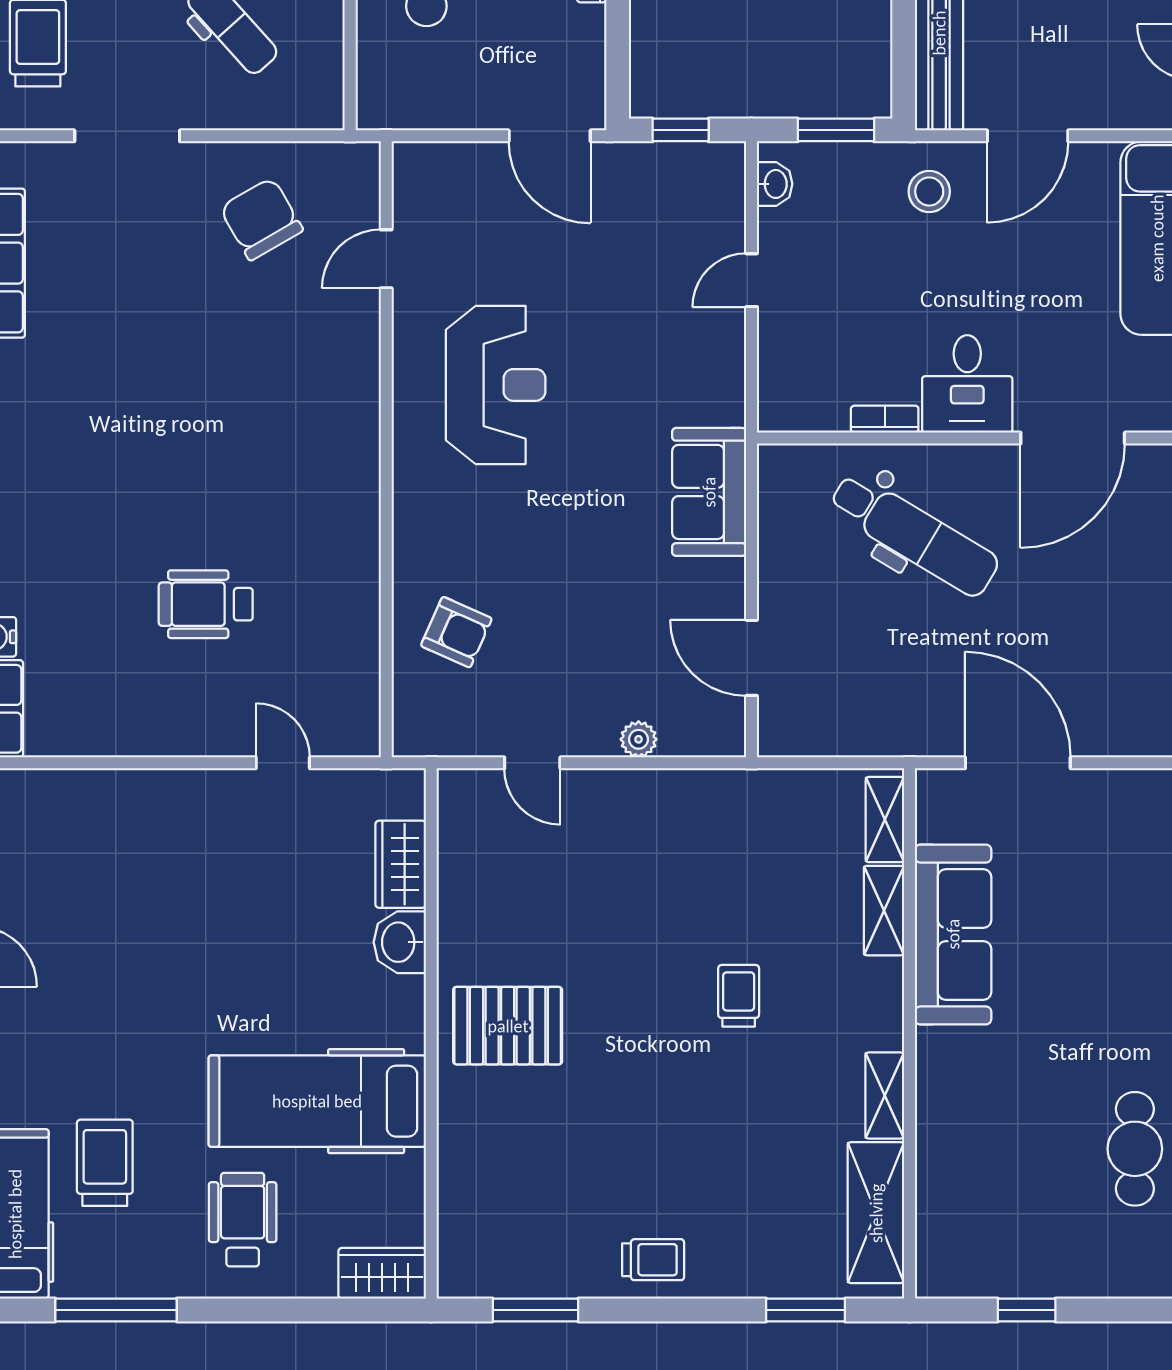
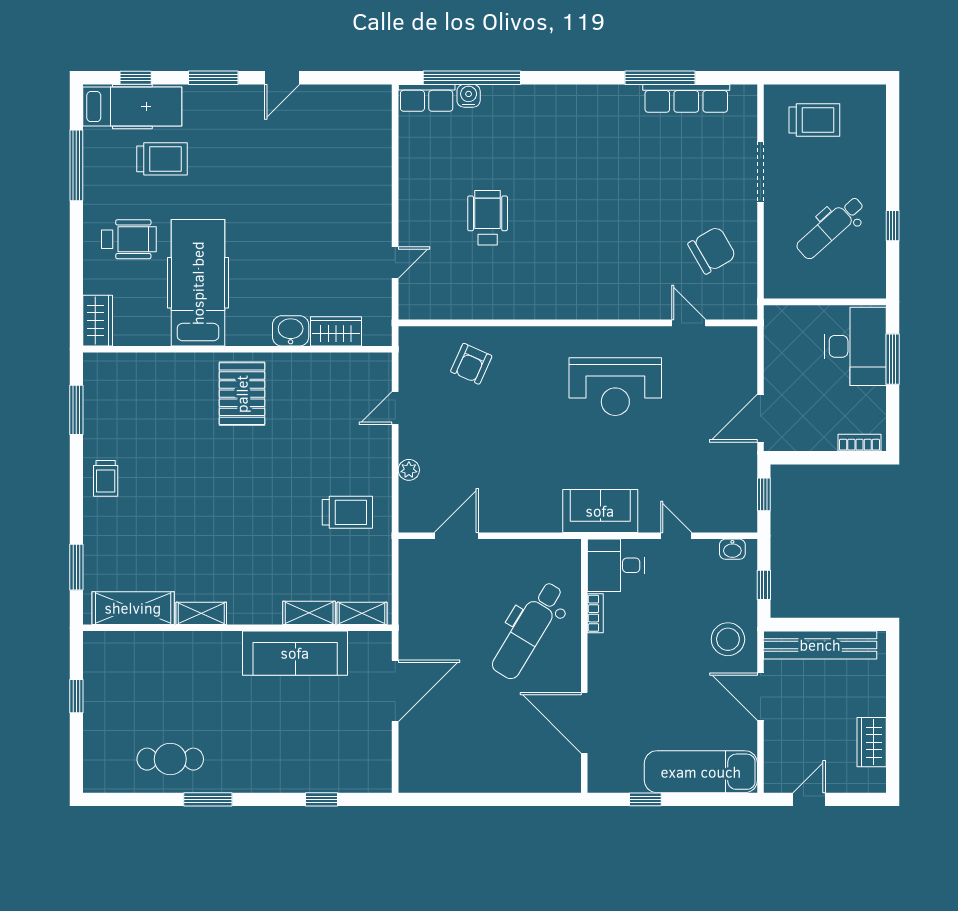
window: (836, 130) -> (764, 585), width x0.67
stool: (929, 191) -> (728, 639), width x1.38, depth x1.38
desk: (967, 384) -> (616, 565), moved
sofa: (709, 492) -> (600, 511), moved
trolley: (739, 996) -> (347, 512), moved, width x1.36, depth x1.39

